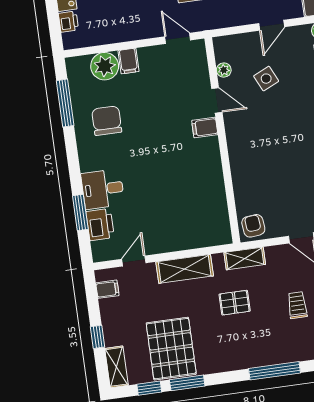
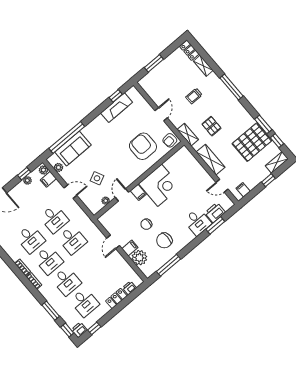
door: (178, 38) -> (113, 242), moved
chair: (149, 109) -> (146, 224), added
corner desk: (195, 167) -> (160, 185), added
armchair: (270, 179) -> (143, 146), added

